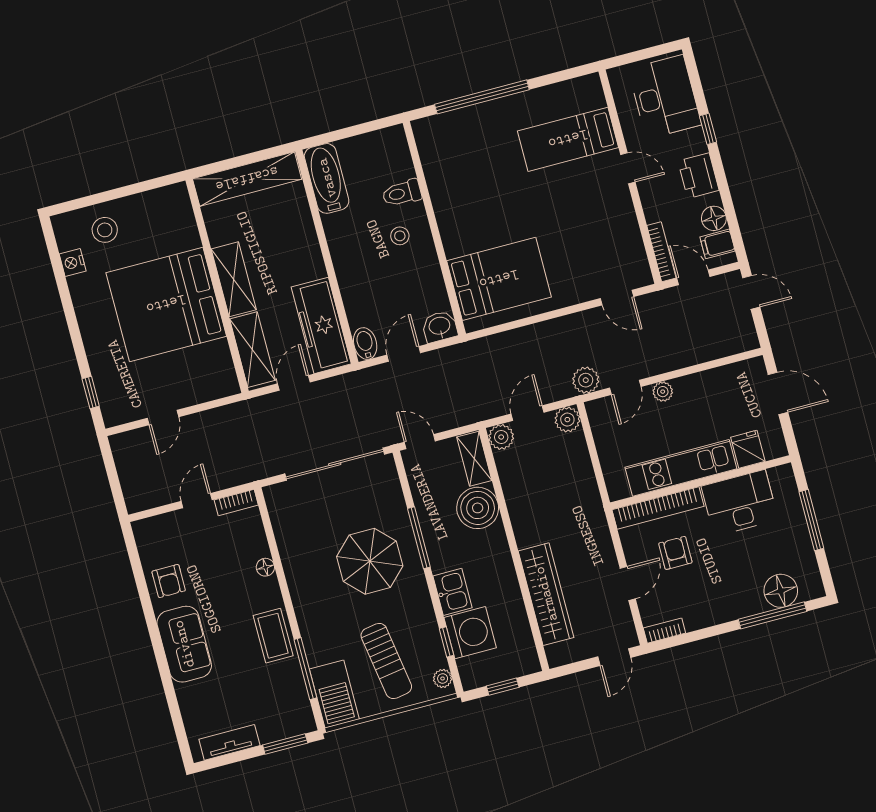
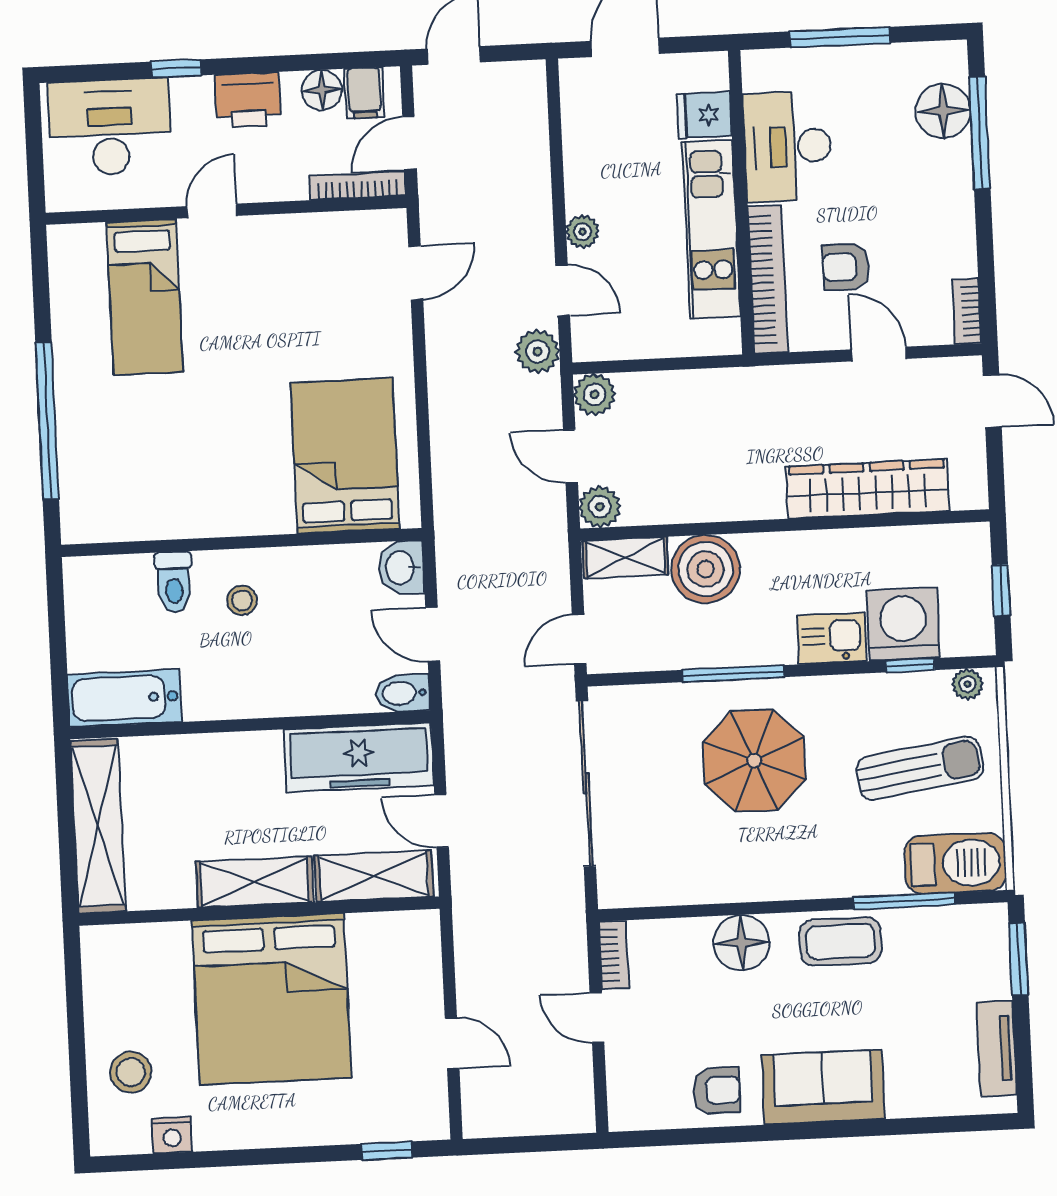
floor lamp: (265, 567) -> (741, 943), width x1.89, depth x1.89

